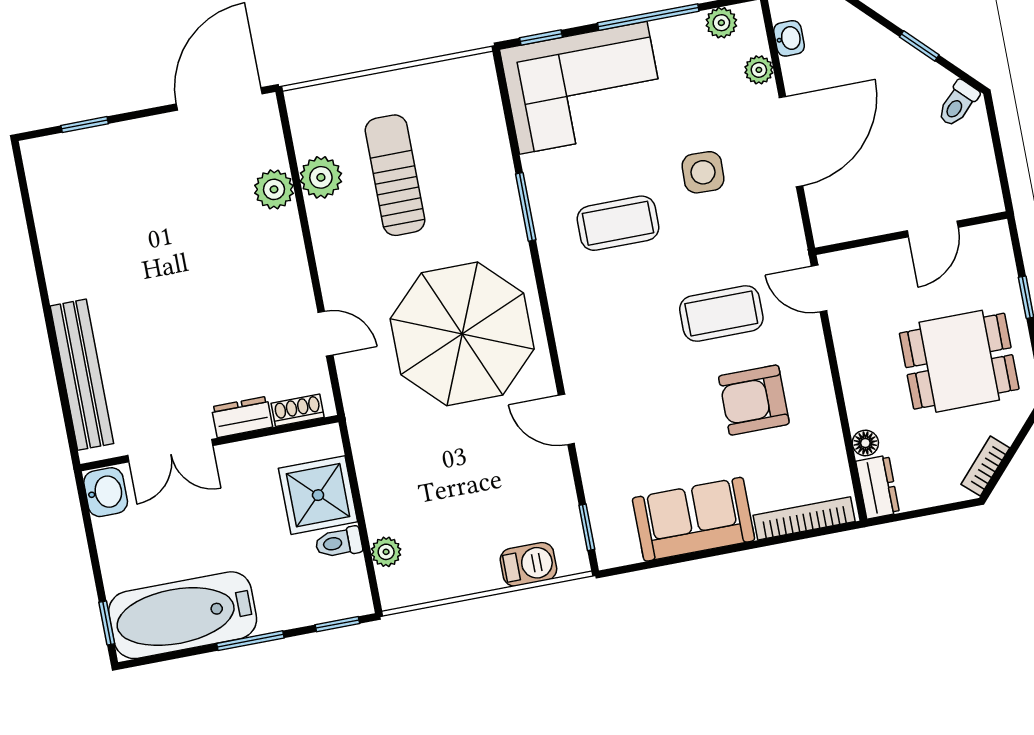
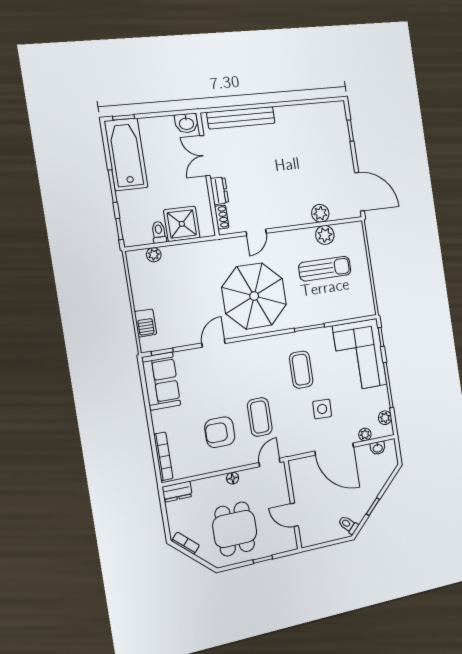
armchair: (754, 400) -> (220, 432), turned -90
floor lamp: (865, 443) -> (233, 478), moved
sofa: (694, 519) -> (161, 381), moved

